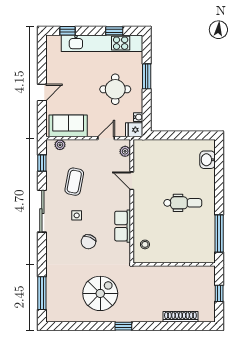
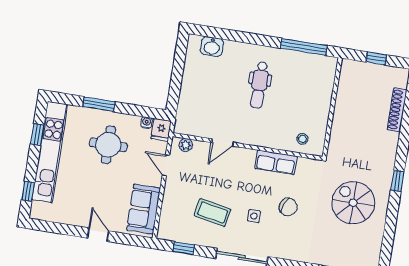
plant: (60, 145) -> (165, 223), removed
dental chair: (183, 203) -> (259, 85), turned 180

